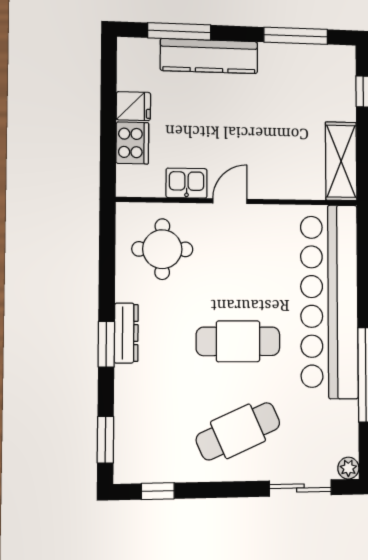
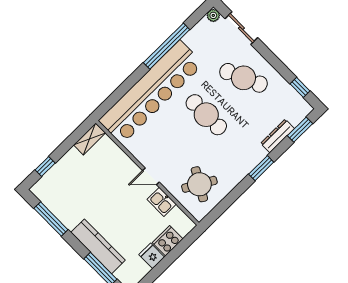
shelving: (341, 161) -> (89, 139), width x0.67, depth x0.75
round table: (162, 249) -> (199, 184), turned 30
dresser: (126, 333) -> (278, 136), moved

